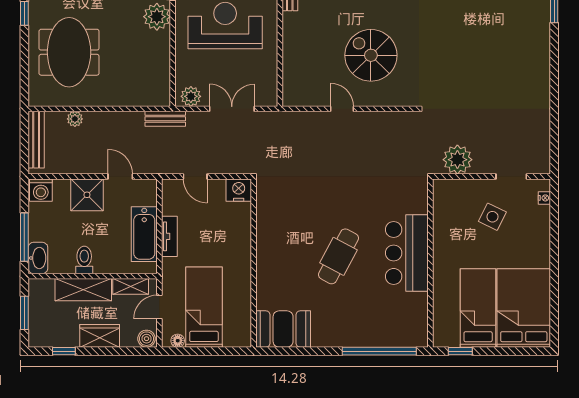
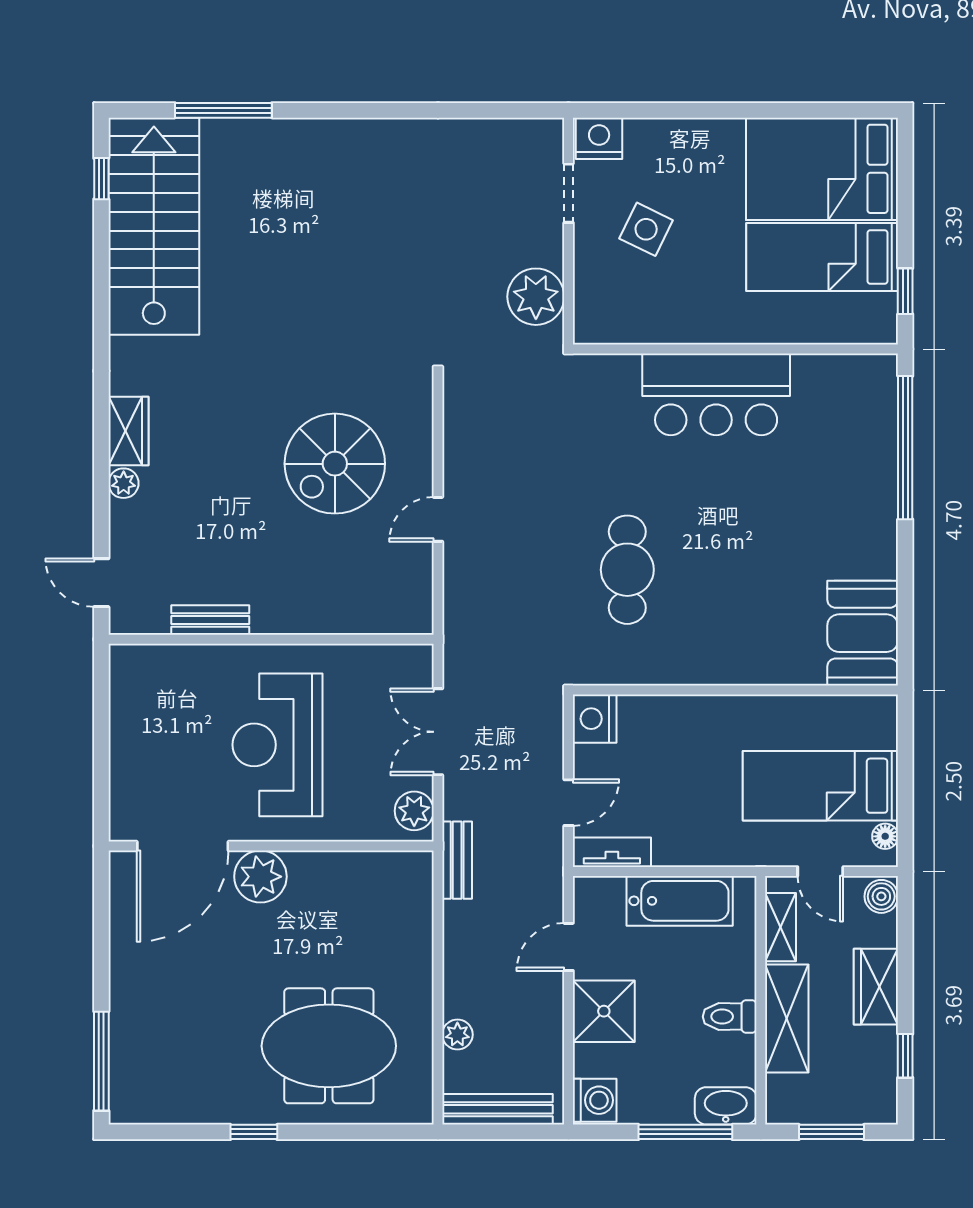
nightstand: (544, 198) -> (599, 138), width x1.89, depth x1.79
tv unit: (169, 236) -> (612, 852), moved
cafe table: (338, 256) -> (627, 570), moved, turned 62

